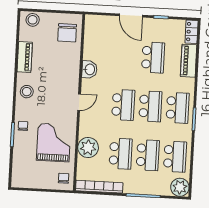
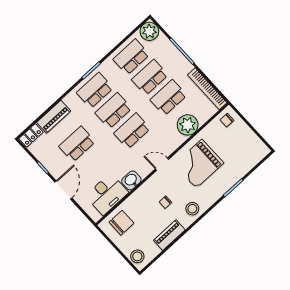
desk: (97, 43) -> (107, 194), added
chair: (23, 126) -> (165, 202), moved
grand piano: (54, 142) -> (199, 164), moved

